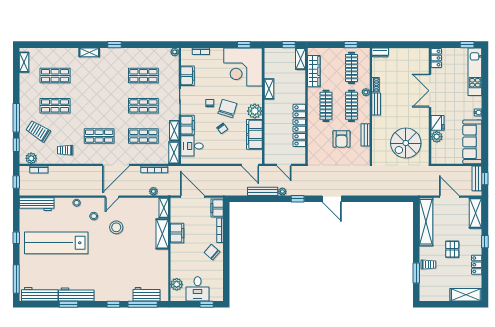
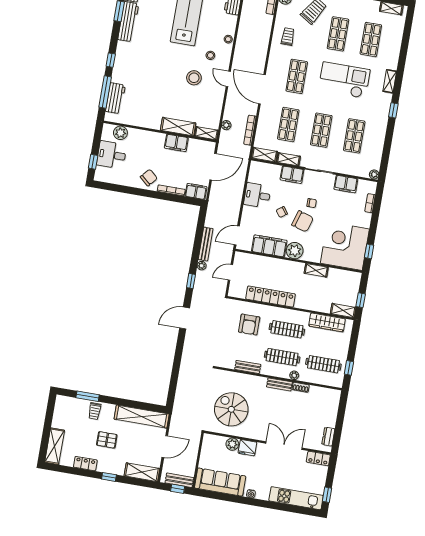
dresser: (380, 52) -> (328, 437), moved
checkout: (95, 93) -> (344, 80), added
armchair: (341, 139) -> (249, 325), moved, turned -90
desk: (192, 146) -> (257, 195), moved, turned -90

